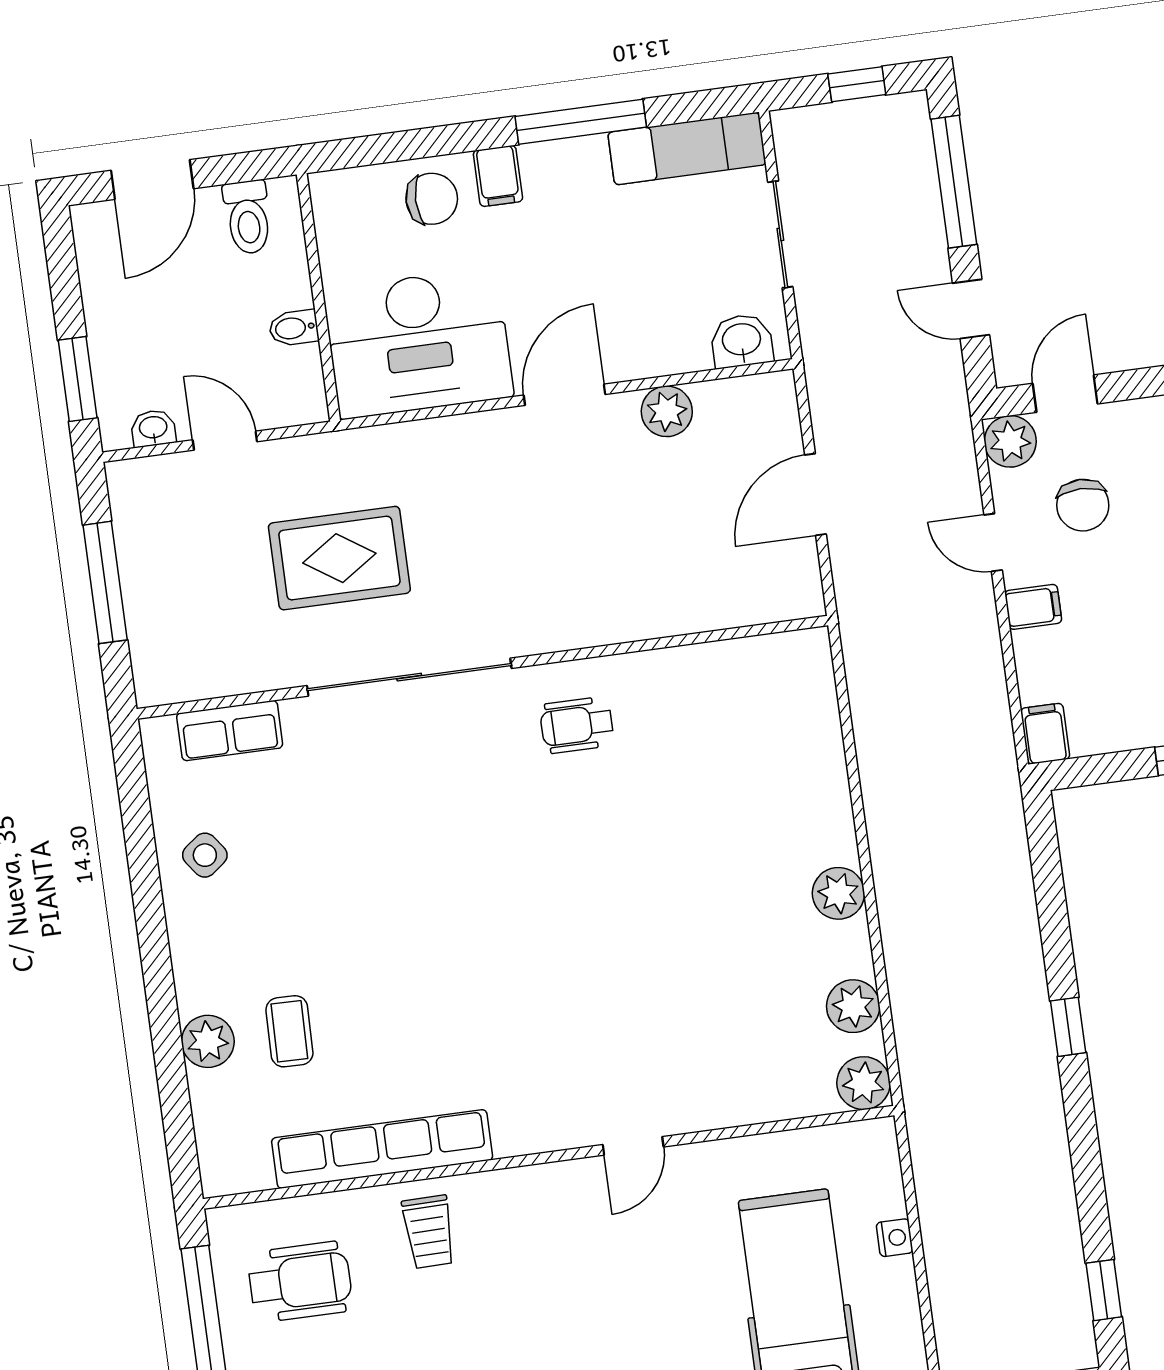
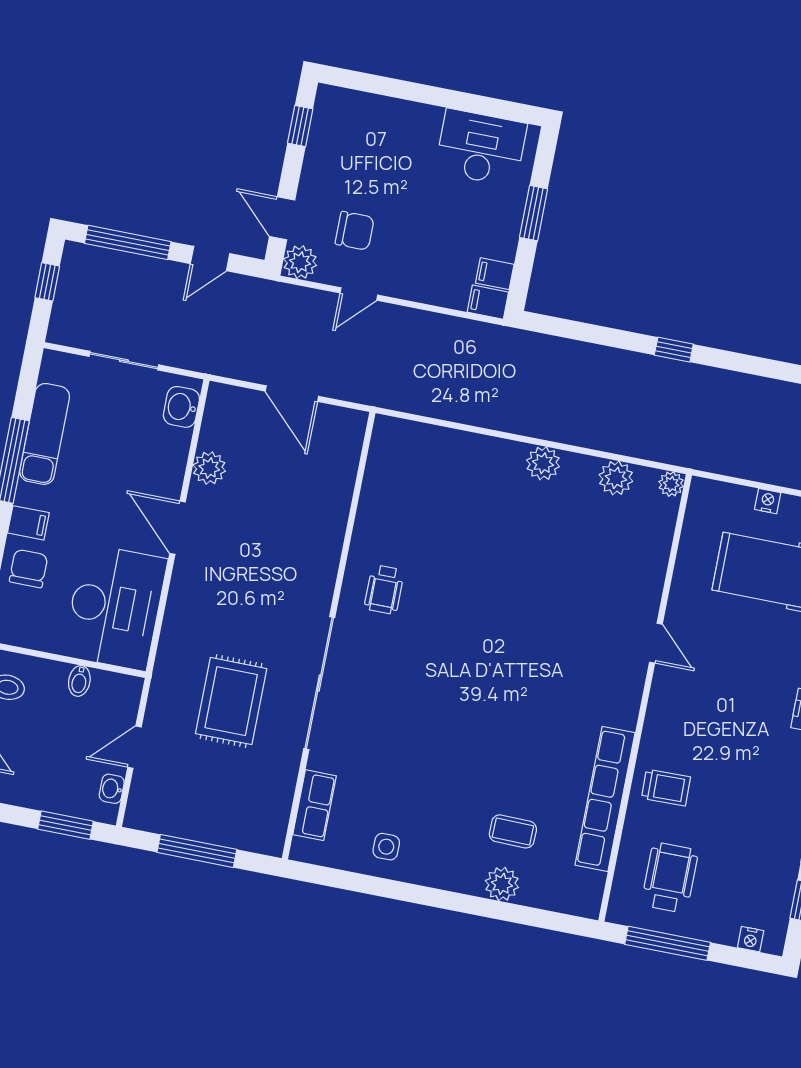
exam couch: (687, 149) -> (45, 434), moved
filing cabinet: (1033, 607) -> (495, 274), moved, turned -90
side table: (205, 855) -> (386, 847), turned 37
plant: (864, 1083) -> (671, 484), width x0.73, depth x0.73

